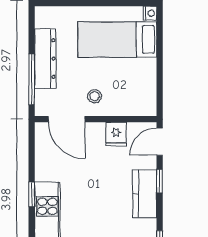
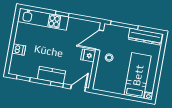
dresser: (45, 59) -> (145, 37), moved
fridge: (116, 134) -> (88, 55), moved
door: (160, 142) -> (78, 88), hinge flipped

